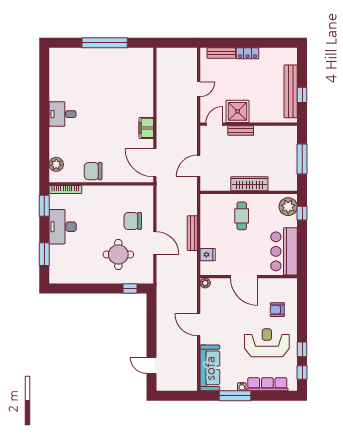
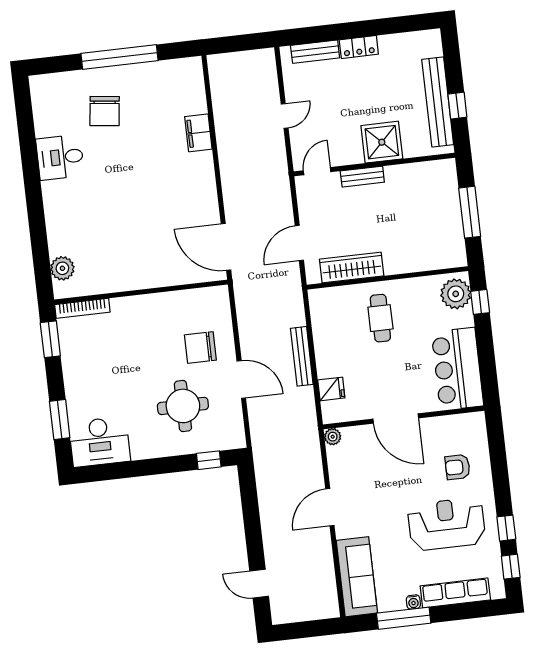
shower: (238, 111) -> (382, 142), moved
desk: (62, 114) -> (60, 157), moved
filing cabinet: (146, 128) -> (198, 133), moved
chair: (93, 171) -> (105, 111), moved, turned -83
wardrobe: (249, 184) -> (352, 268), moved
desk: (63, 227) -> (100, 442), moved, turned -90
door: (199, 325) -> (330, 507), hinge flipped

